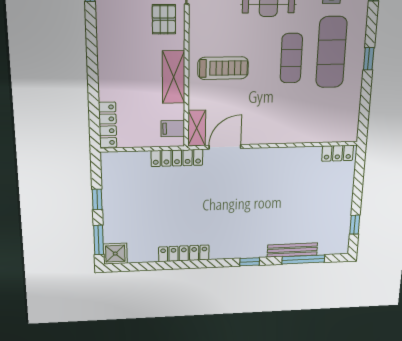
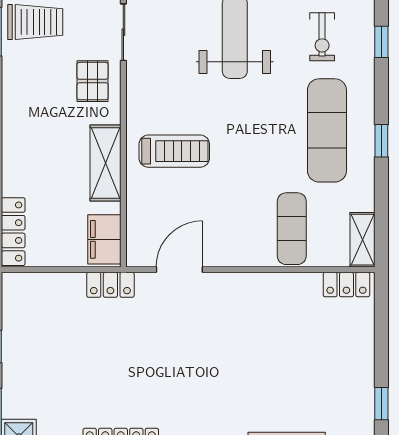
exercise mat: (291, 58) -> (292, 229), moved
shelving: (197, 128) -> (363, 240), moved
filing cabinet: (173, 129) -> (104, 239), width x2.00
locker: (177, 158) -> (110, 285), width x0.66

